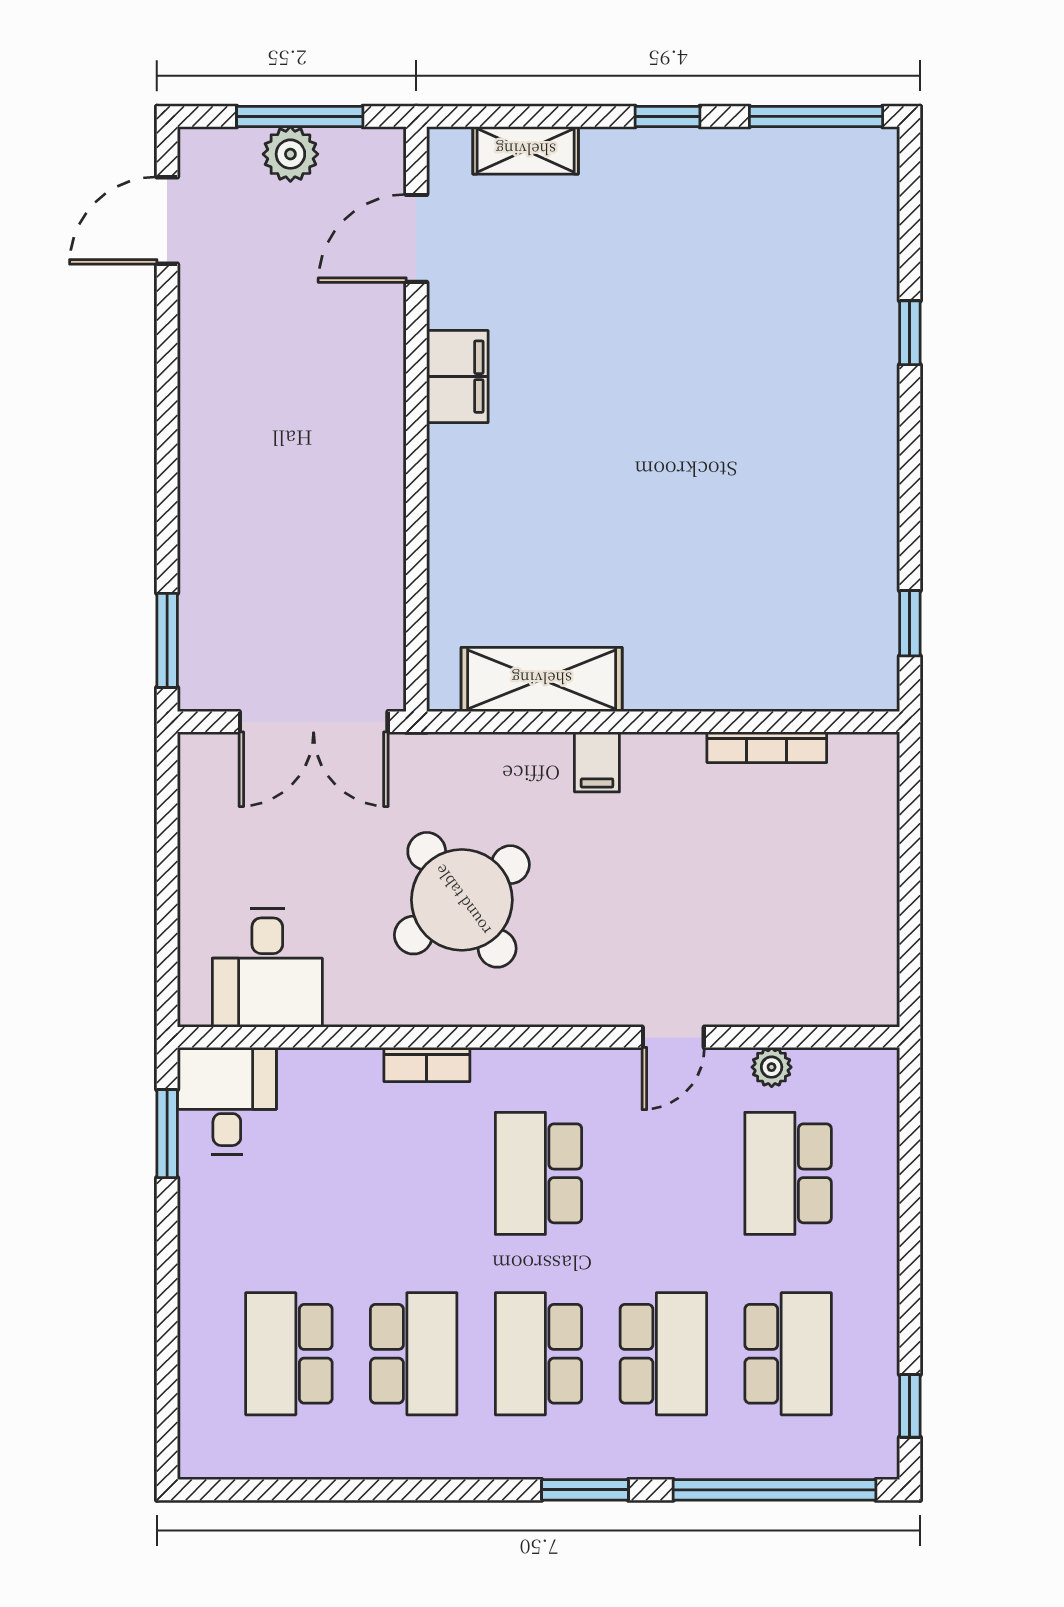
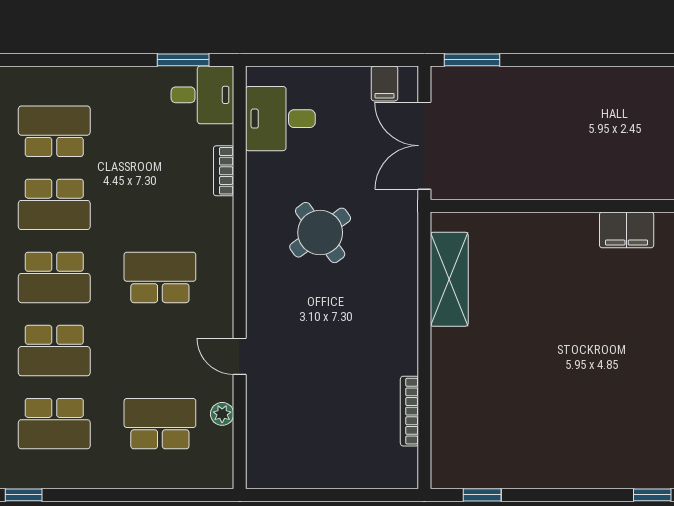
filing cabinet: (597, 762) -> (385, 83), moved, turned -90
round table: (462, 900) -> (320, 233), width x0.73, depth x0.73
bookcase: (427, 1065) -> (224, 171), moved
school desk: (539, 1354) -> (54, 277), turned 180

